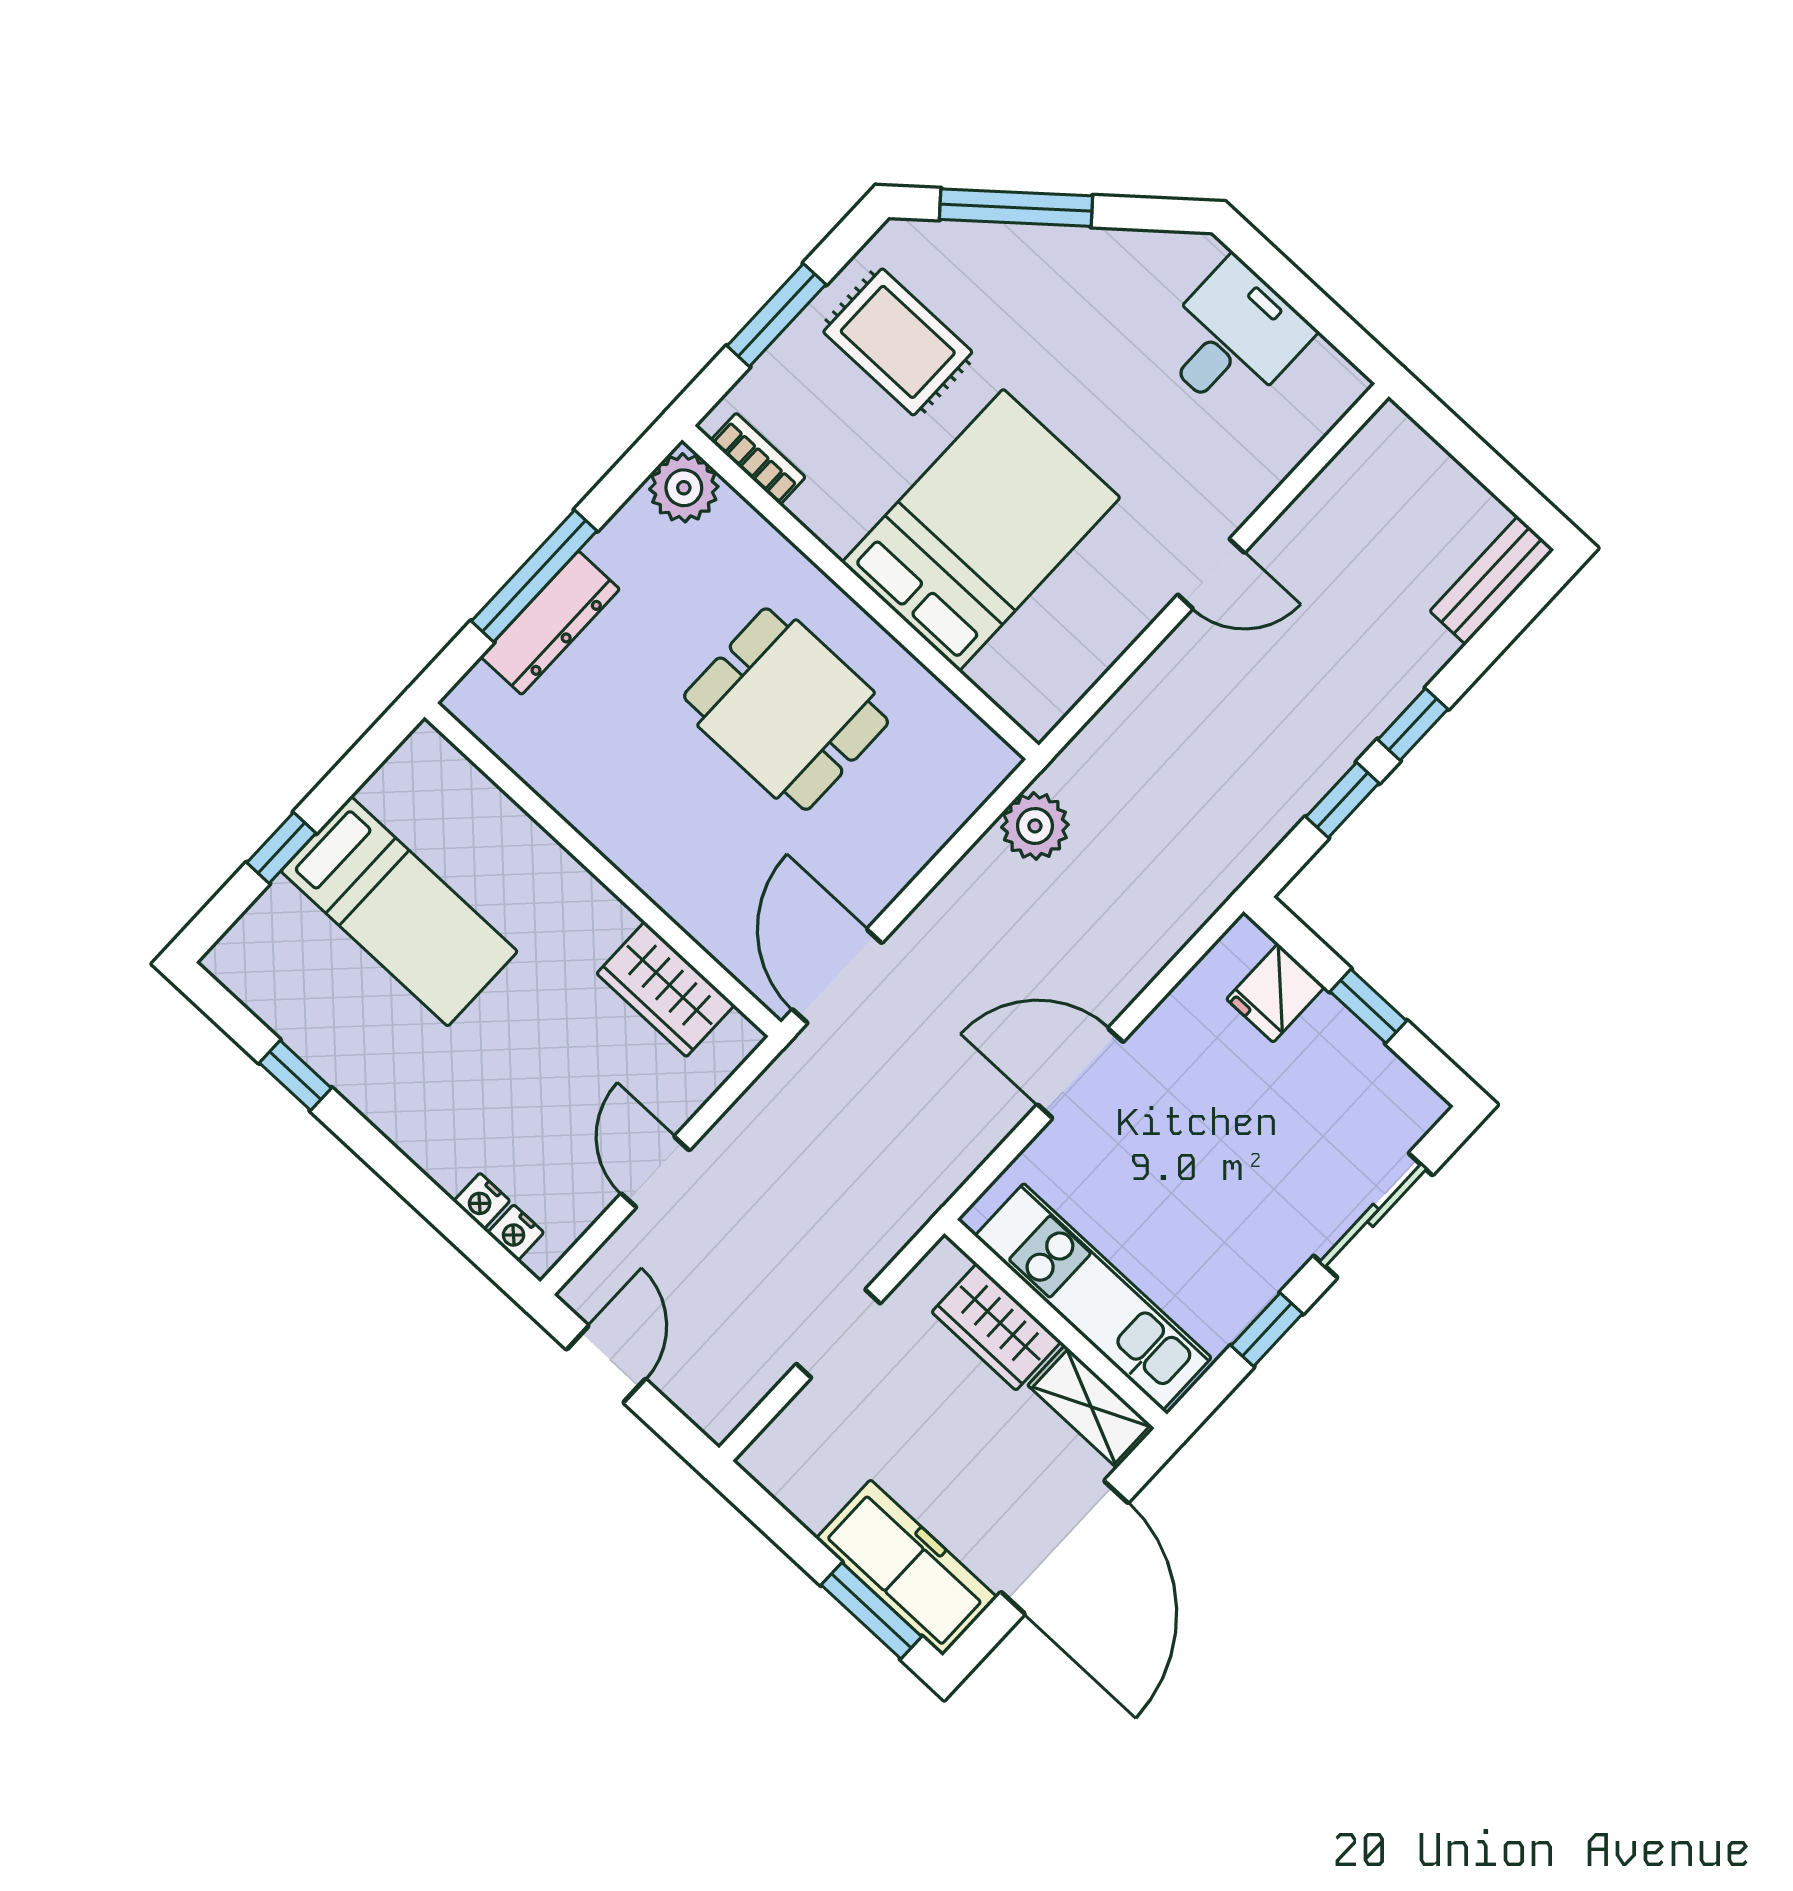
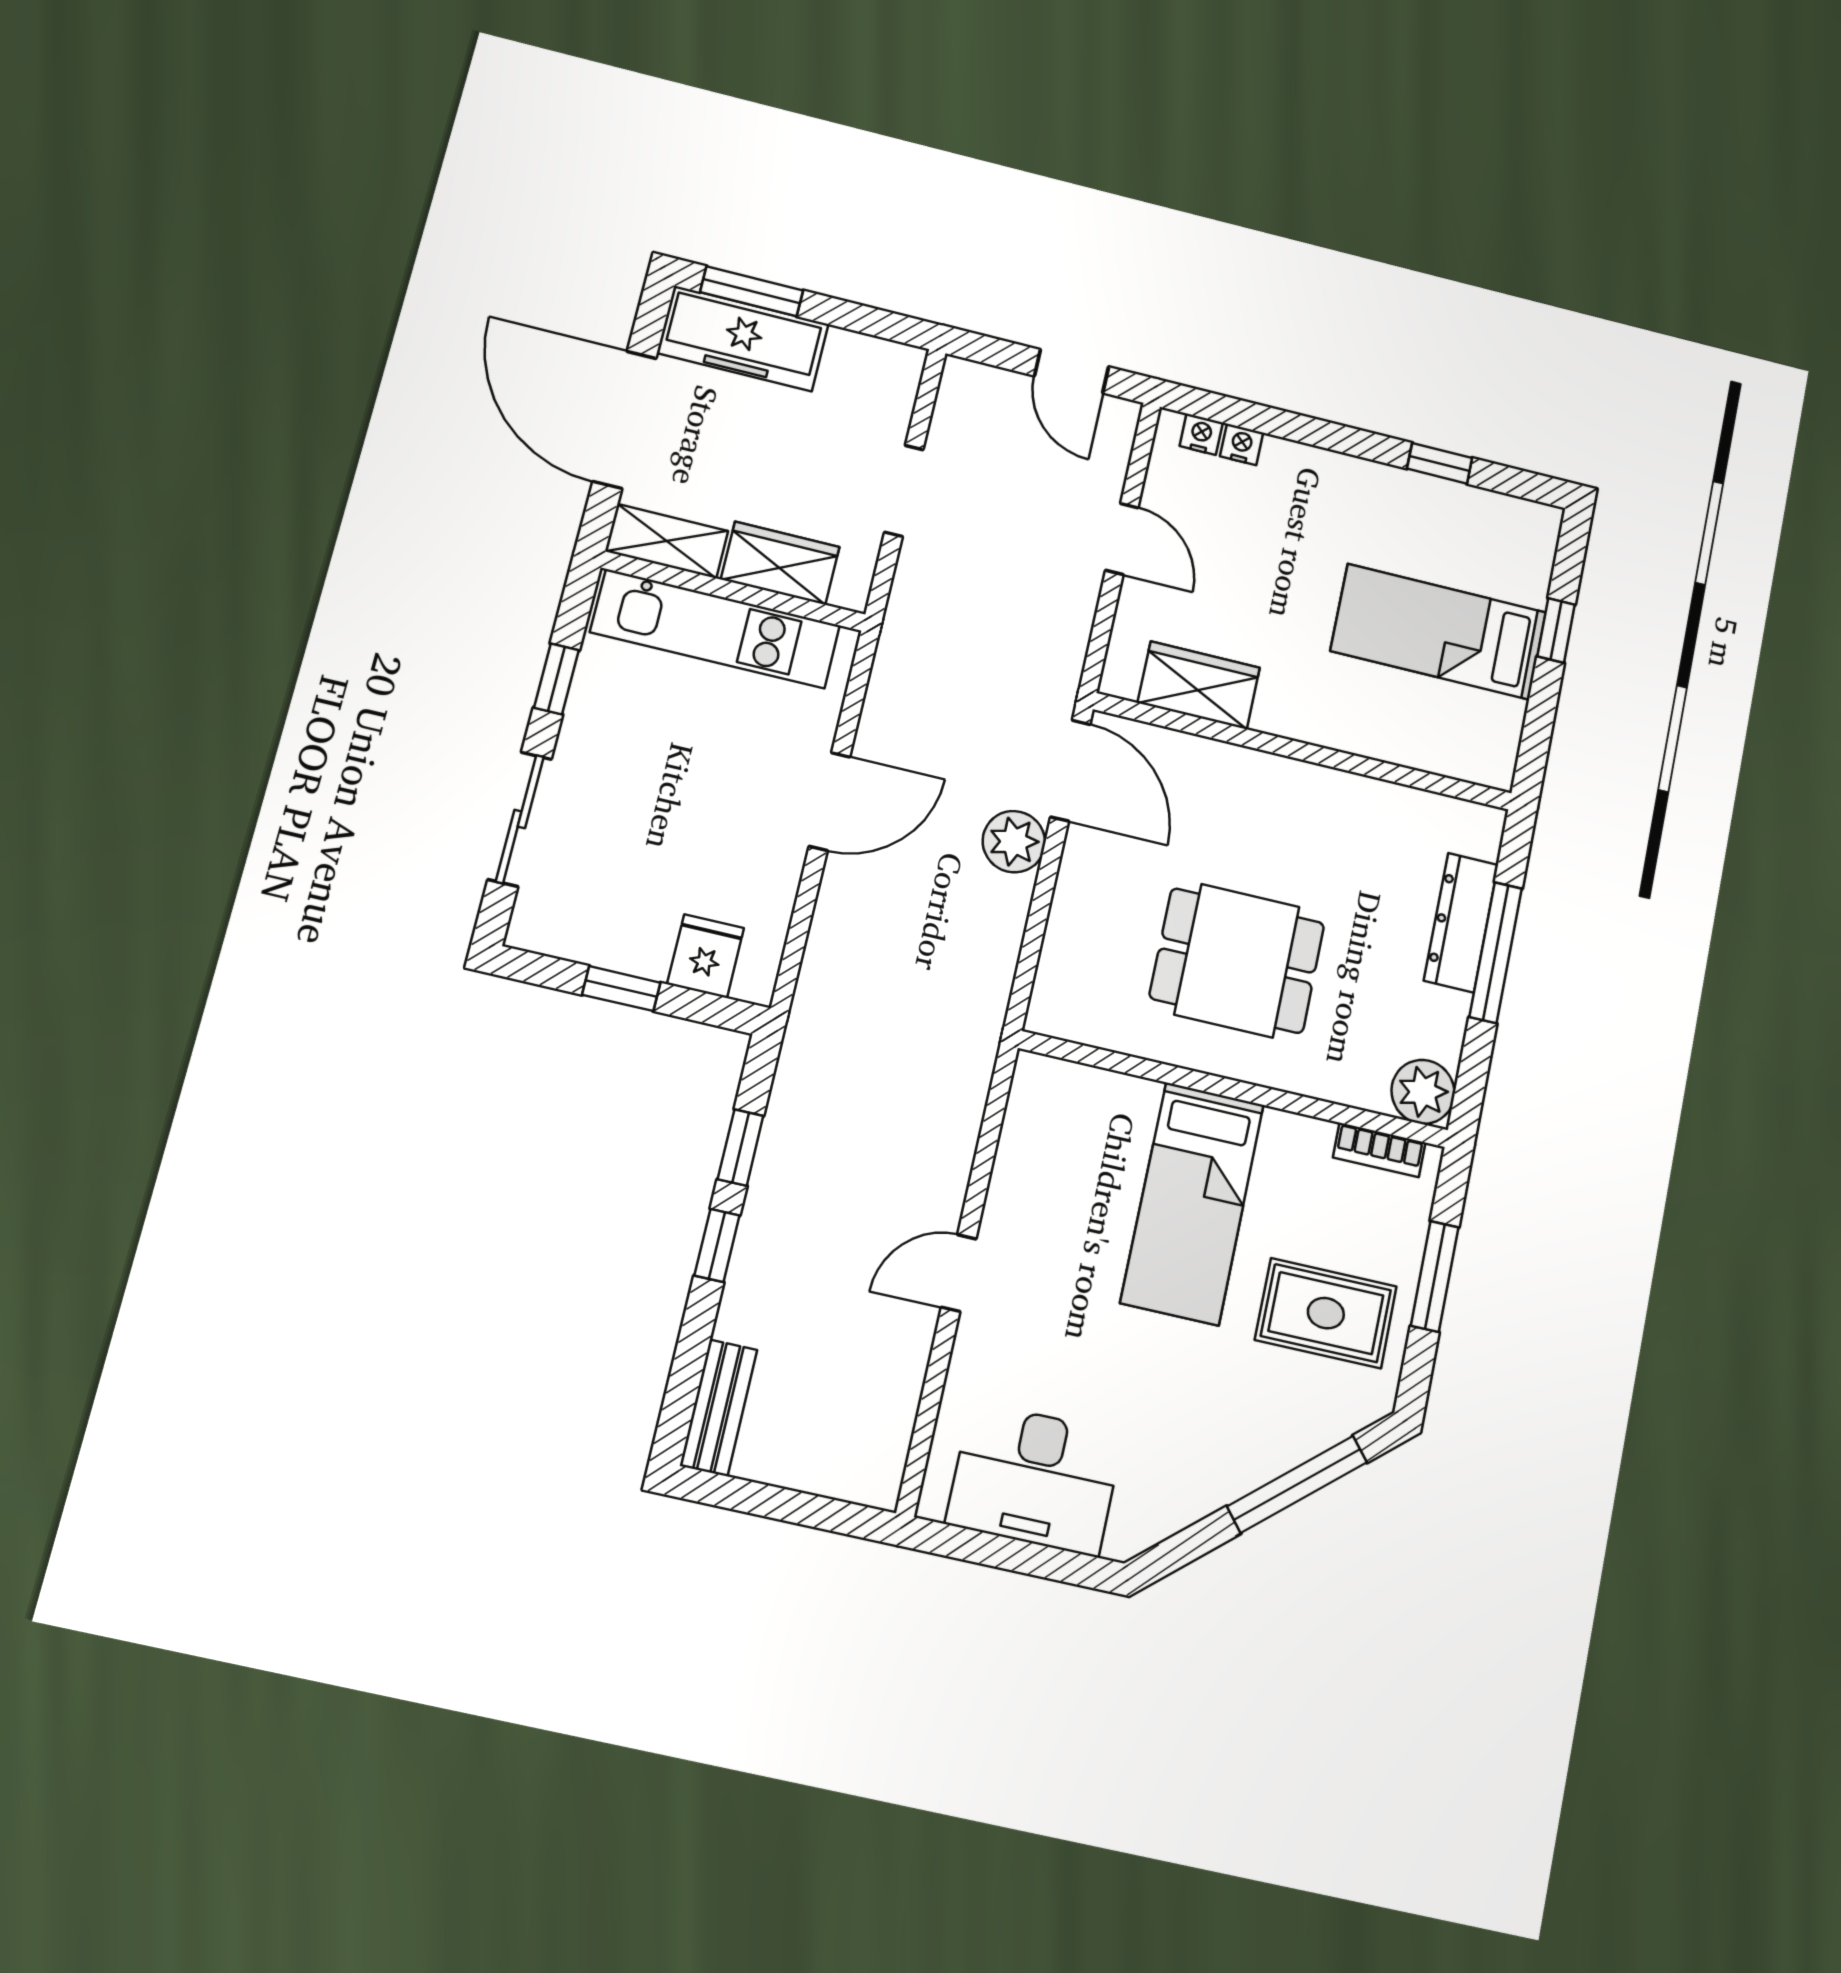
desk: (1233, 338) -> (1035, 1479), width x1.37
bed: (981, 530) -> (1192, 1203), width x0.67
plant: (1035, 826) -> (1014, 842), moved

